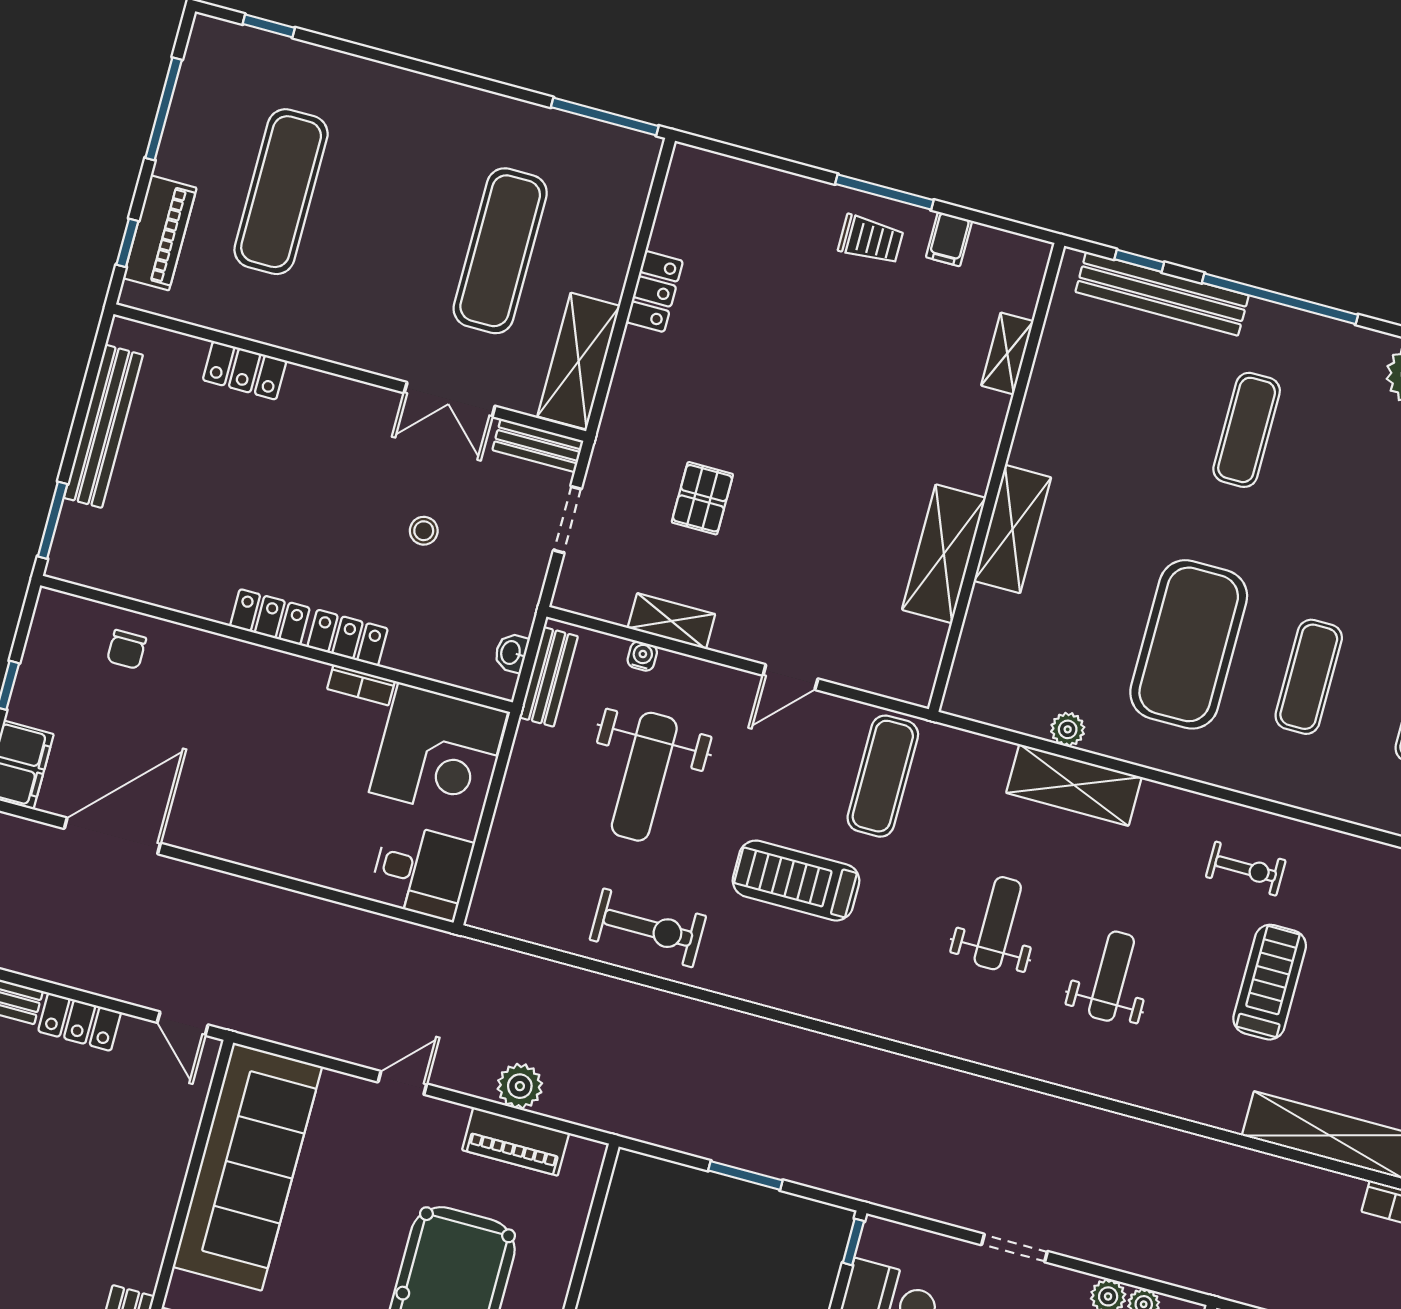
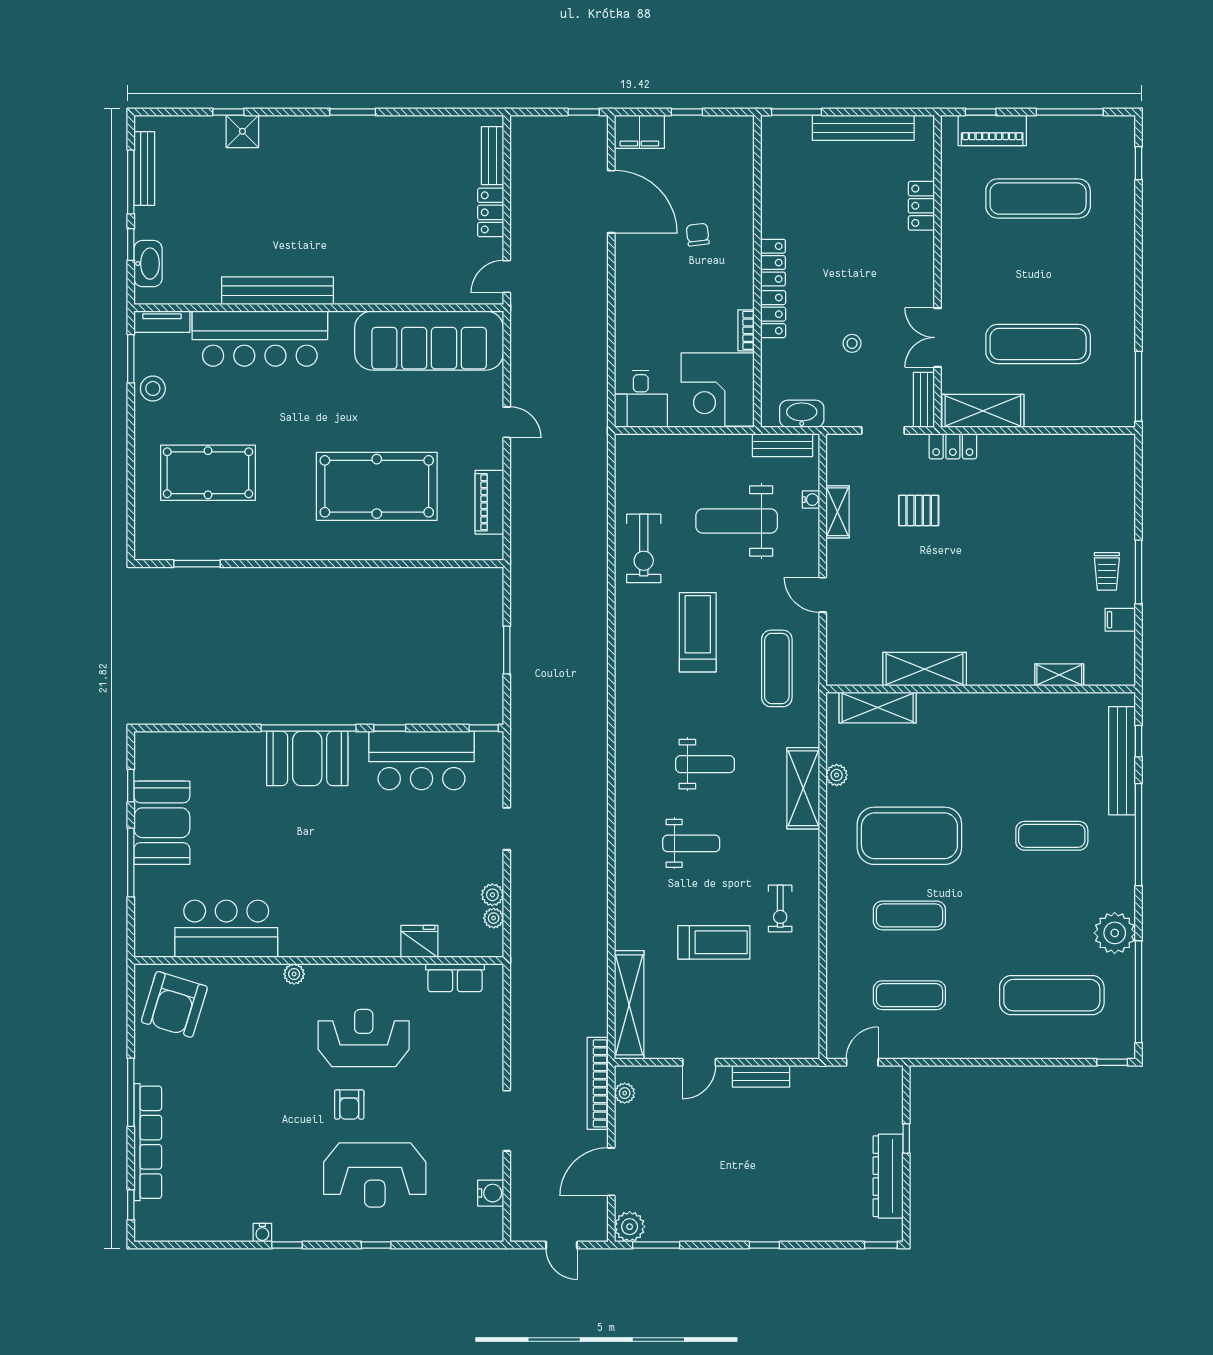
locker: (654, 291) -> (953, 446), moved
shelving: (1013, 529) -> (878, 707), moved
chair: (127, 649) -> (698, 235), moved, turned 83
washbasin: (511, 653) -> (802, 414), width x1.91, depth x1.45
exercise mat: (883, 776) -> (777, 668), turned 90
plant: (520, 1086) -> (524, 496), removed

